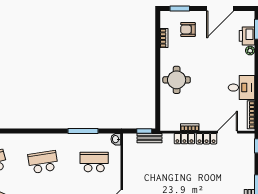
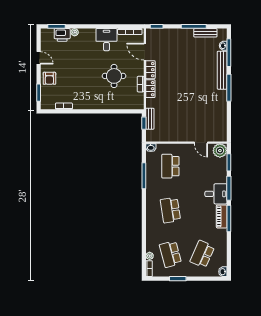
door: (220, 9) -> (39, 58), width x0.53
armchair: (188, 29) -> (49, 78), moved
round table: (177, 80) -> (114, 76), moved

